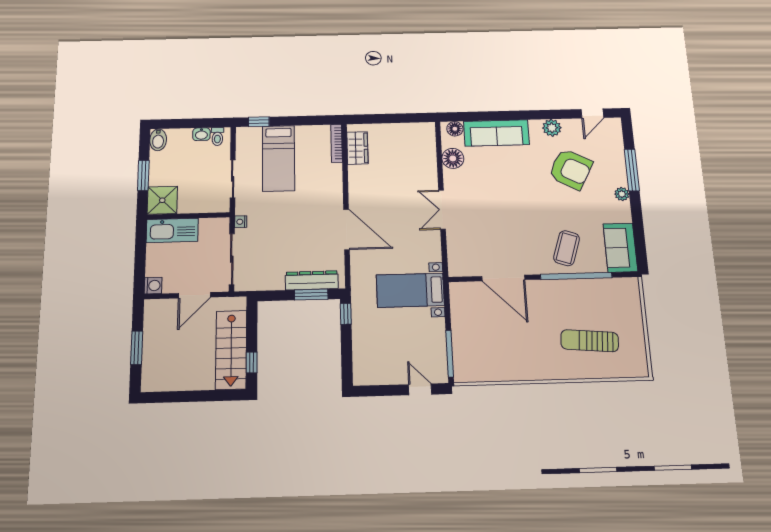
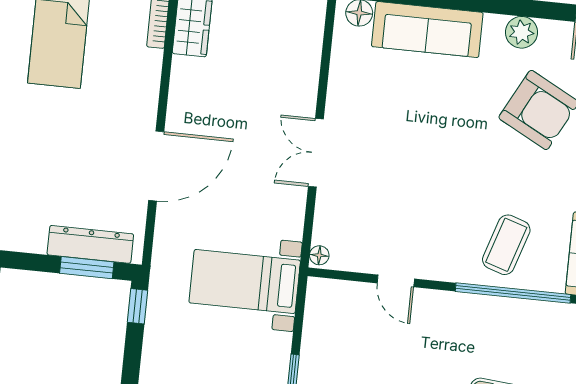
floor lamp: (453, 158) -> (319, 255), moved, width x0.53, depth x0.53
door: (346, 229) -> (156, 166), hinge flipped
door: (503, 278) -> (396, 281), width x0.53

